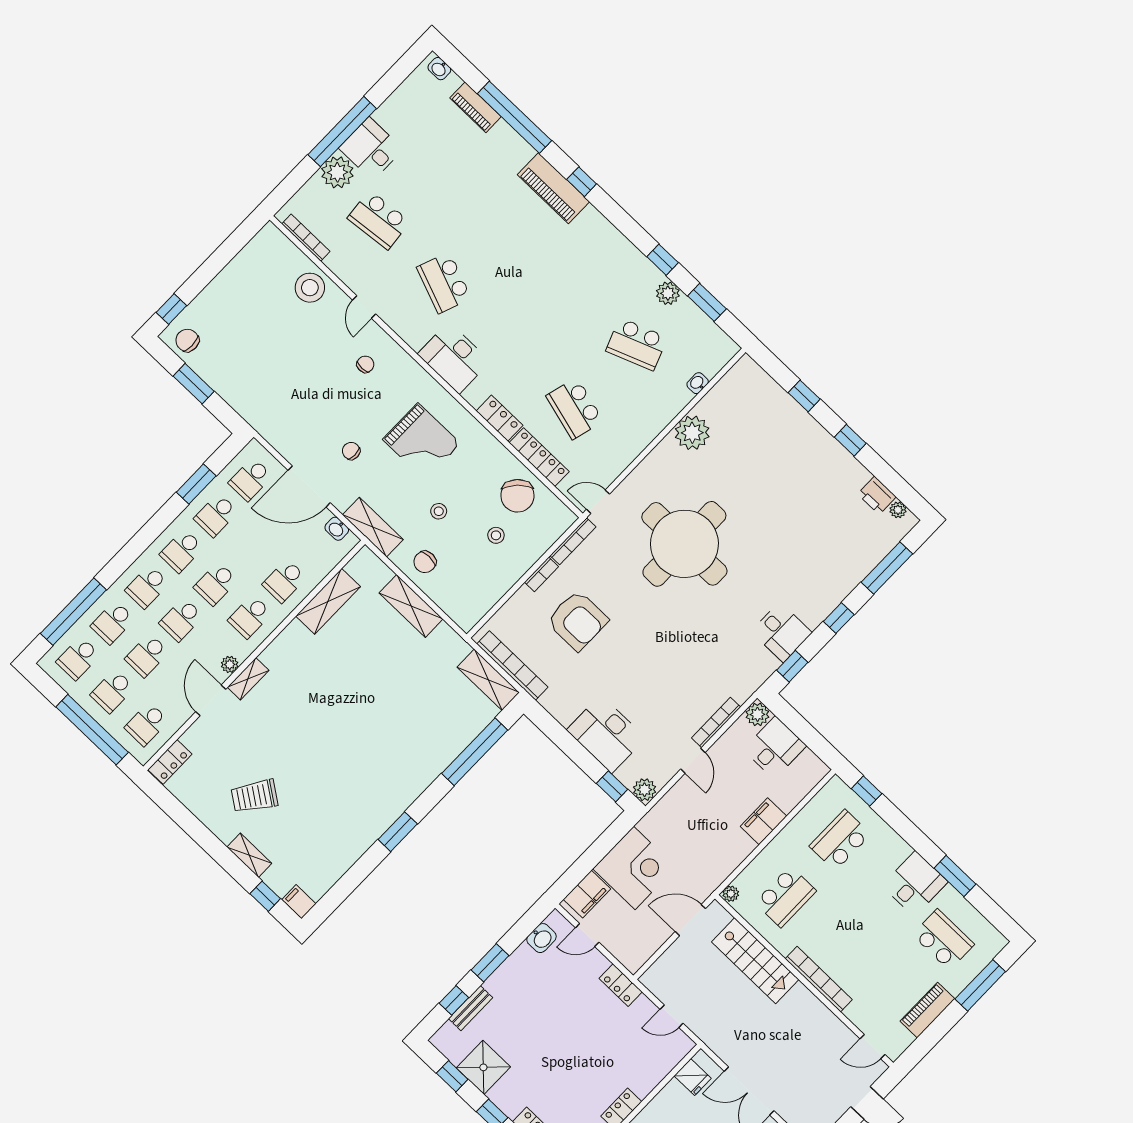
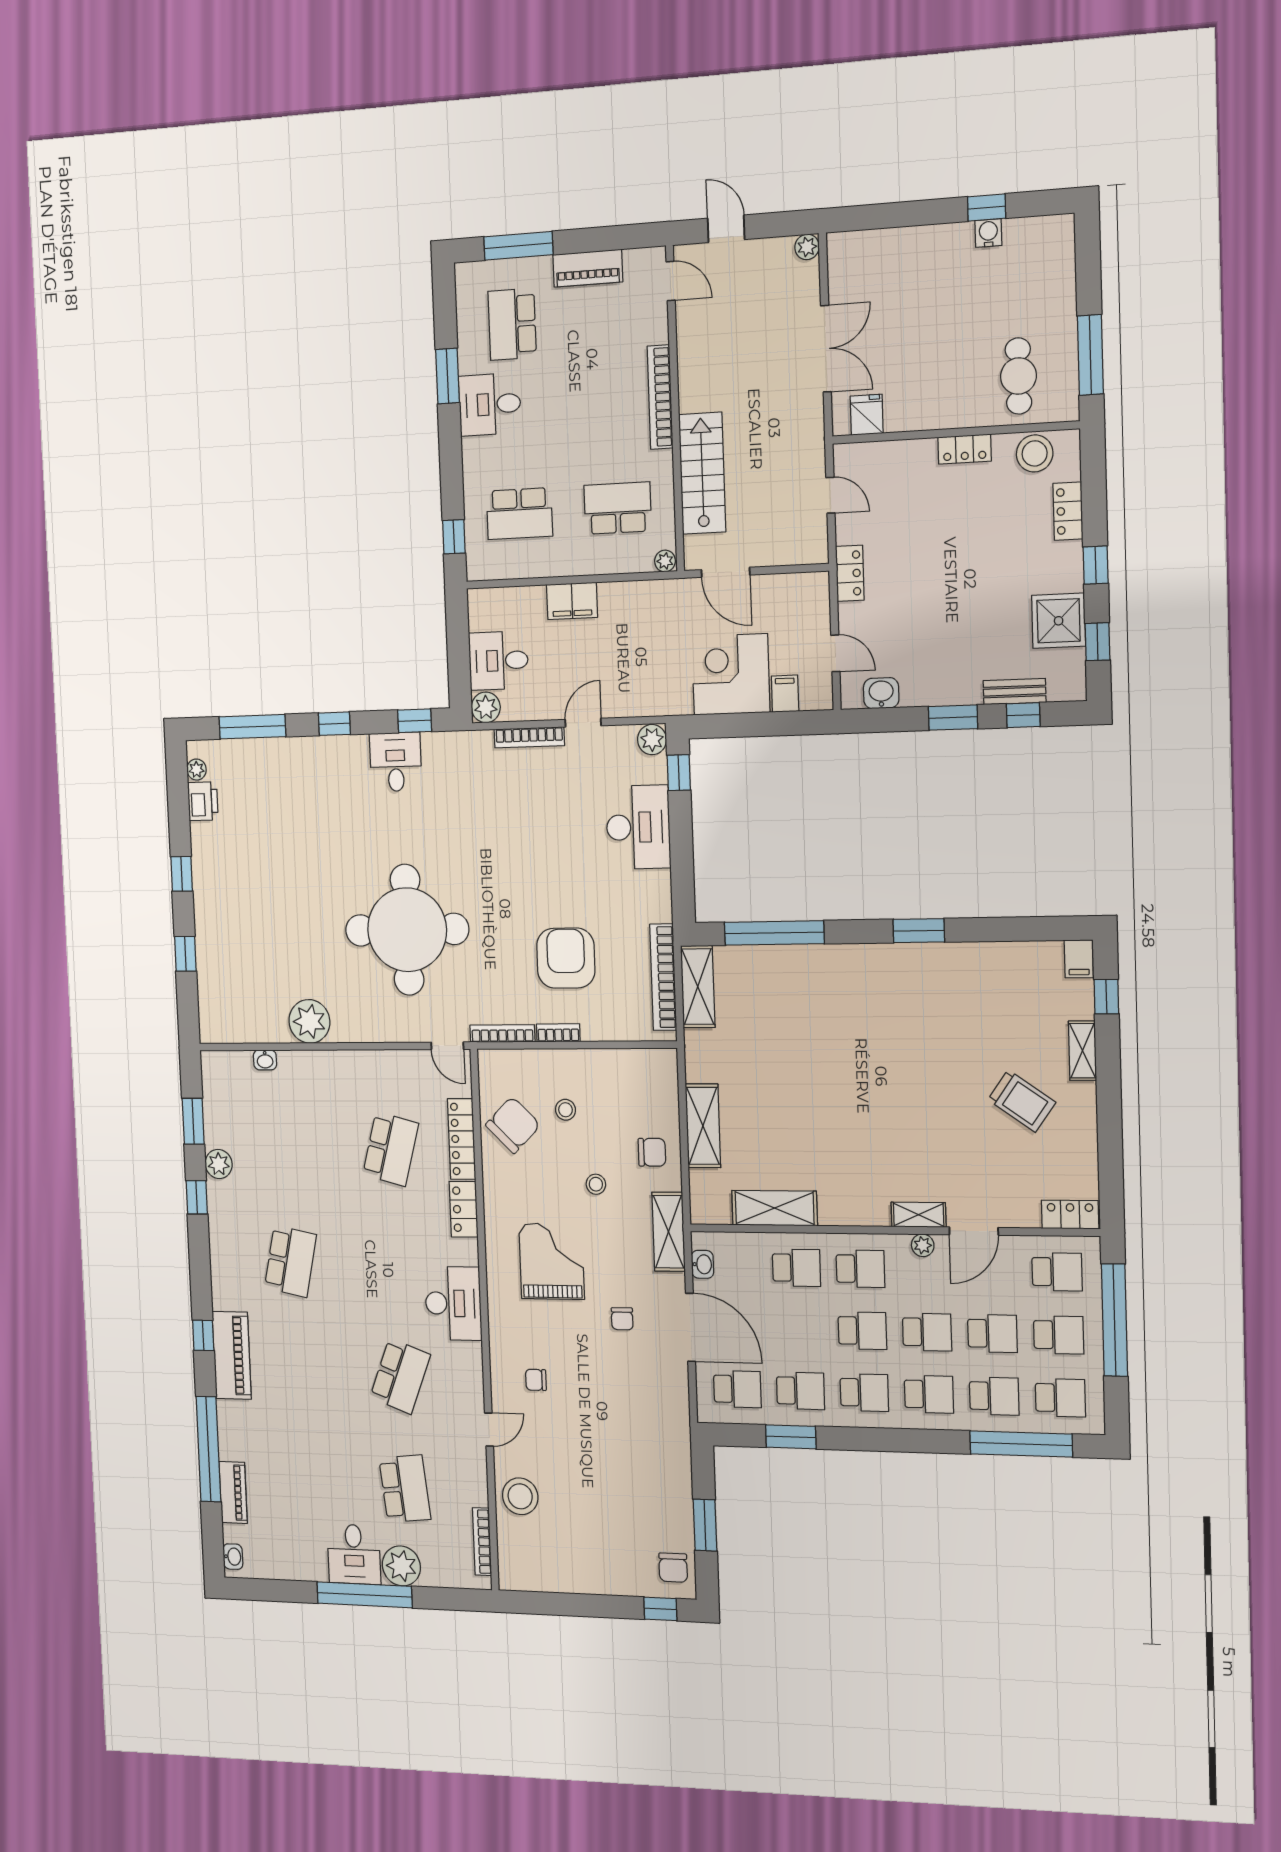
school desk: (637, 344) -> (290, 1261), moved, turned 33
filing cabinet: (587, 894) -> (785, 694), width x0.50

